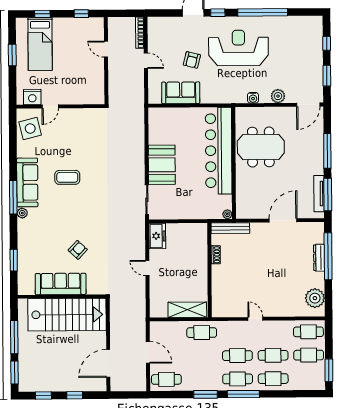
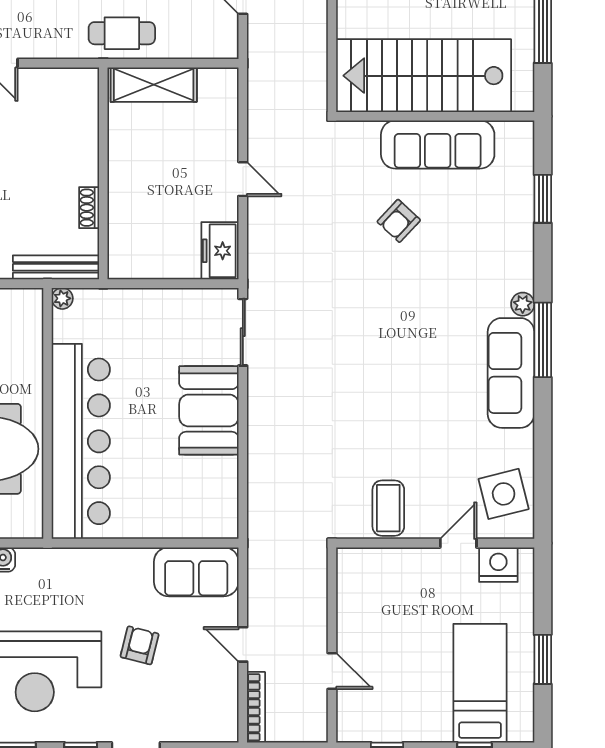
sofa: (181, 93) -> (196, 572), moved
coffee table: (67, 177) -> (388, 508), moved, turned 90

